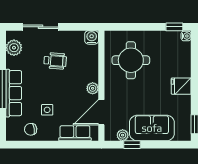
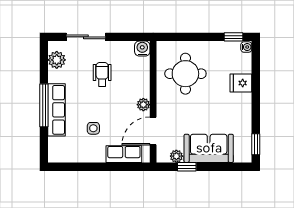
wheelchair: (55, 61) -> (102, 74), turned -94
fridge: (181, 86) -> (241, 83), moved
chair: (31, 129) -> (75, 150), removed

